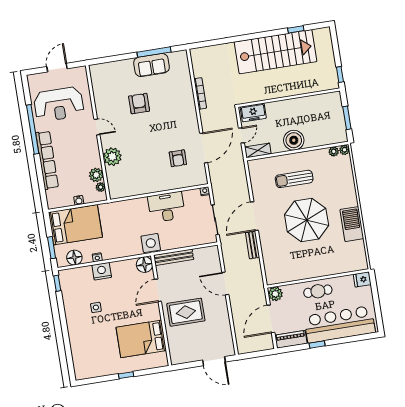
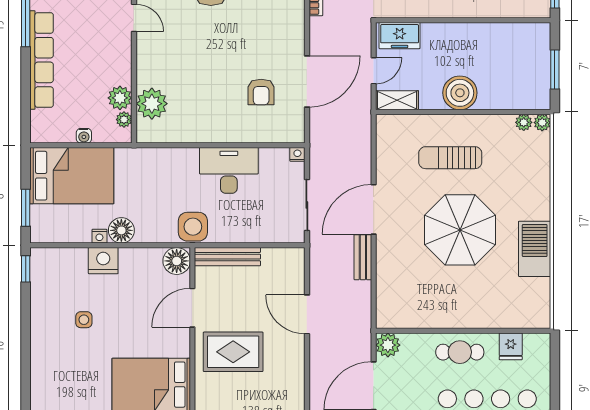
plant: (112, 157) -> (152, 104), moved
floor lamp: (74, 258) -> (121, 230), moved
fridge: (362, 279) -> (511, 346), moved, turned -90

